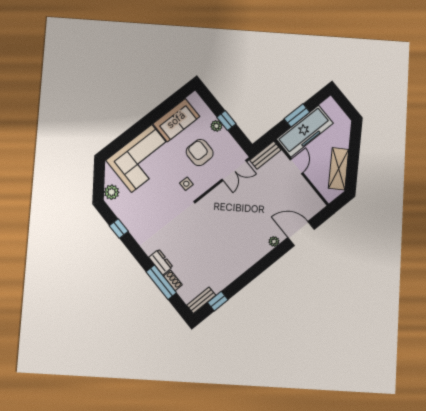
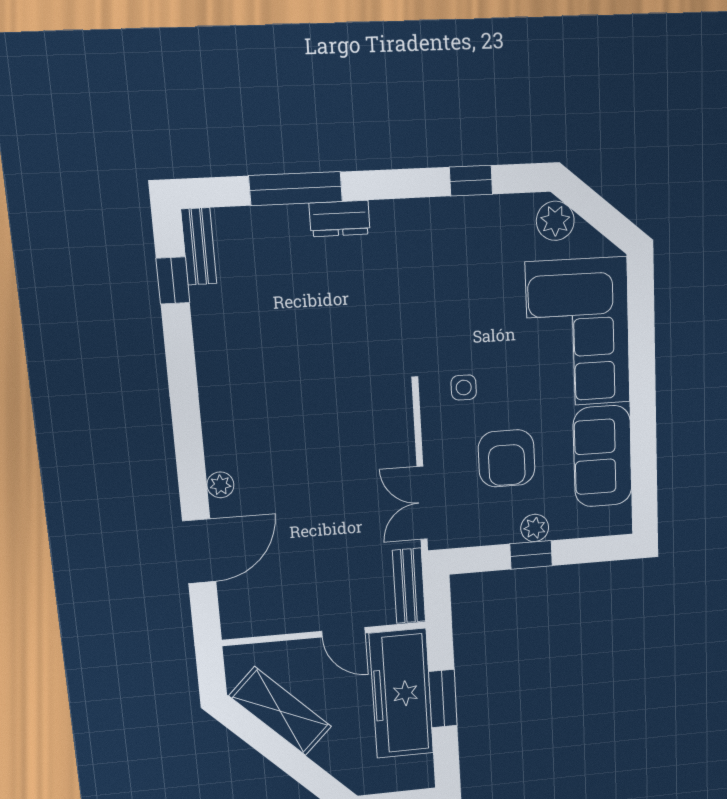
armchair: (200, 153) -> (507, 458), turned 90
shoe rack: (173, 280) -> (283, 216), removed

